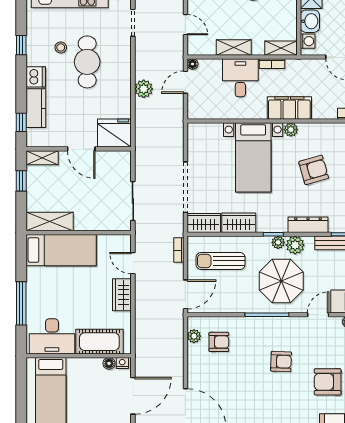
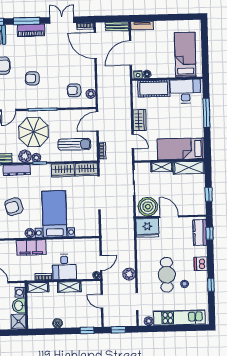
plant: (144, 89) -> (129, 274), moved
kitchen counter: (36, 108) -> (200, 232), moved
shelving: (42, 158) -> (162, 167), moved
boiler: (113, 165) -> (148, 207), added

